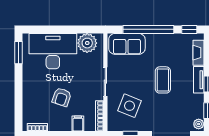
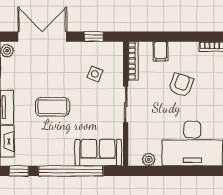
plant: (87, 43) -> (149, 159), width x0.53, depth x0.53
coffee table: (163, 80) -> (52, 107), turned 90
side table: (129, 106) -> (95, 74), width x0.54, depth x0.54

